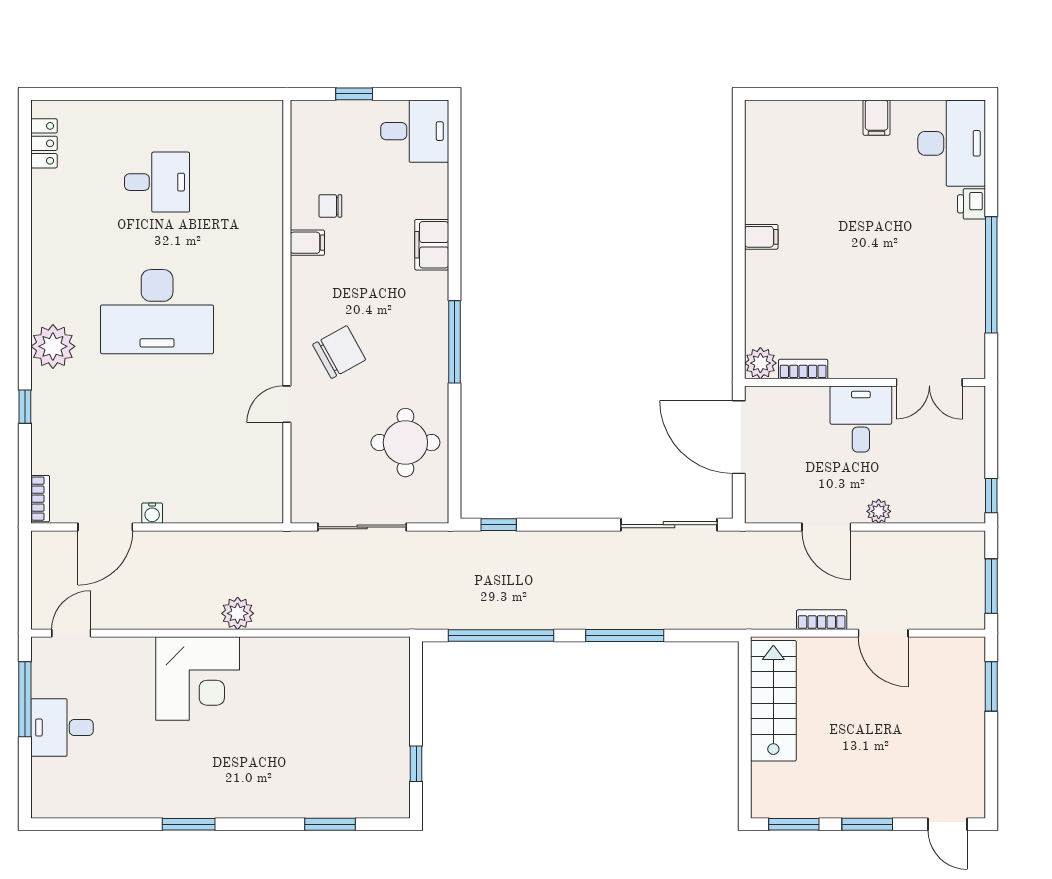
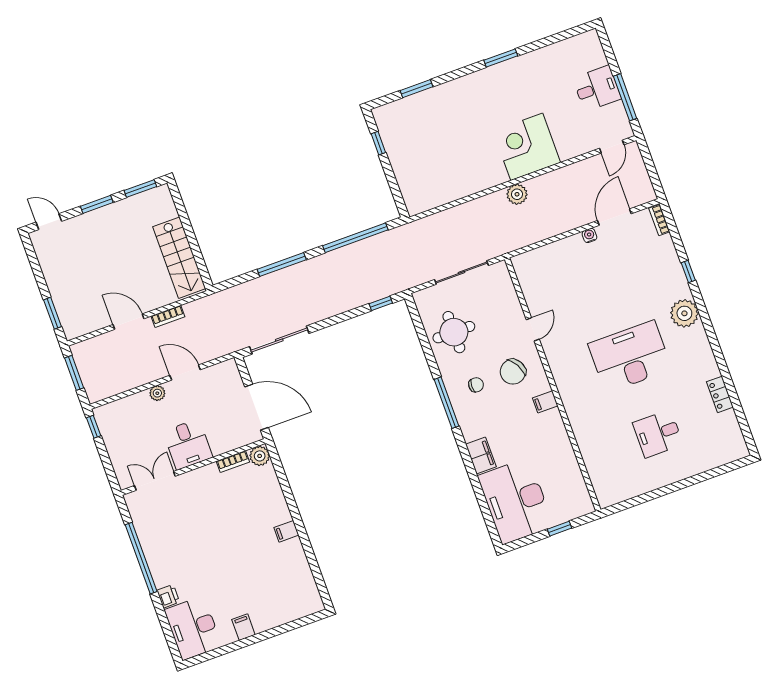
desk: (415, 131) -> (516, 501), width x1.87, depth x1.30
locker: (44, 143) -> (720, 394), moved
chair: (330, 206) -> (476, 385), moved
filing cabinet: (307, 243) -> (545, 402), moved

